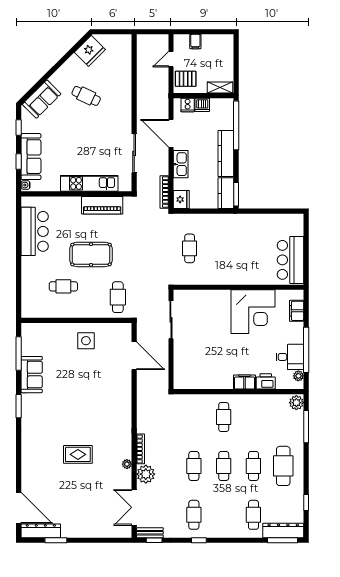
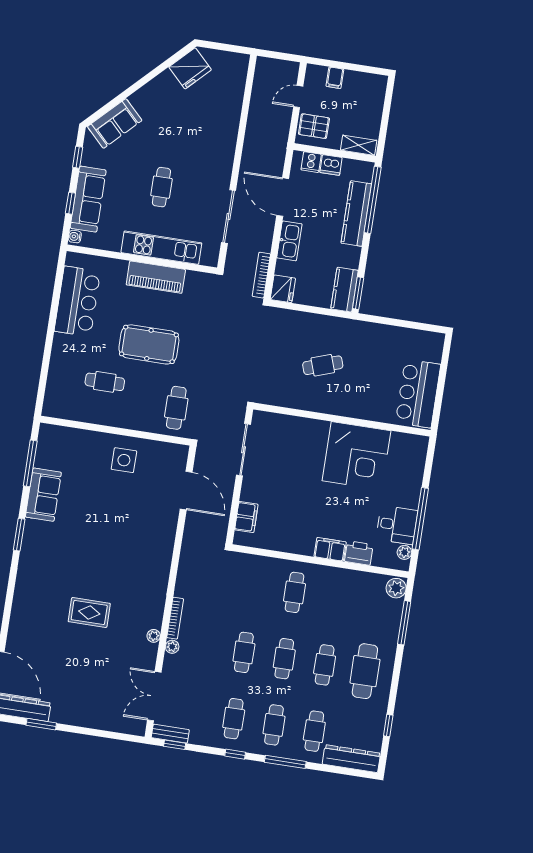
cafe table: (86, 96) -> (161, 187), moved, turned 65
kitchen counter: (226, 154) -> (356, 214), moved
piano: (102, 205) -> (156, 277), moved
cafe table: (190, 248) -> (323, 365), moved, turned 71
filing cabinet: (297, 311) -> (246, 517), moved, turned 180
plant: (146, 474) -> (172, 647), width x0.53, depth x0.53
cafe table: (224, 515) -> (274, 725), added
window: (283, 540) -> (285, 762), moved

